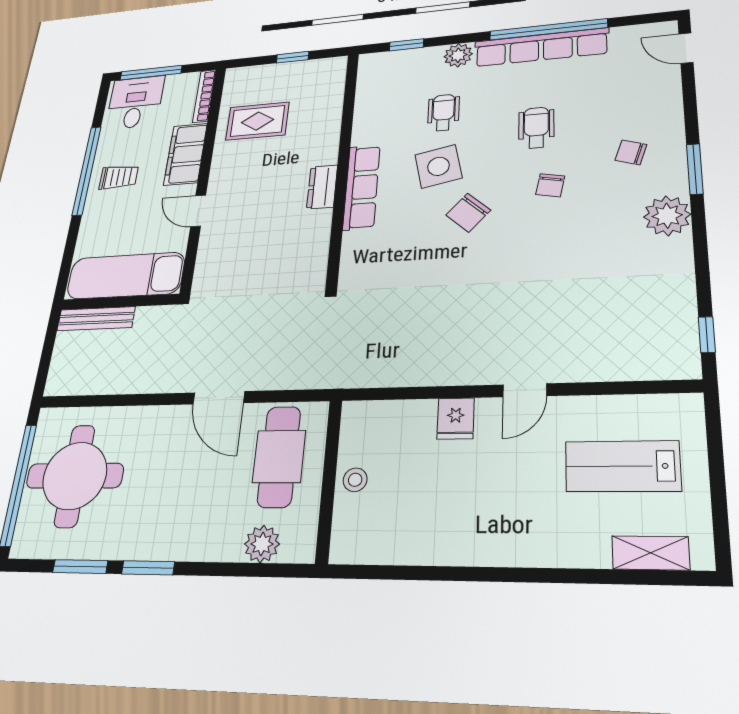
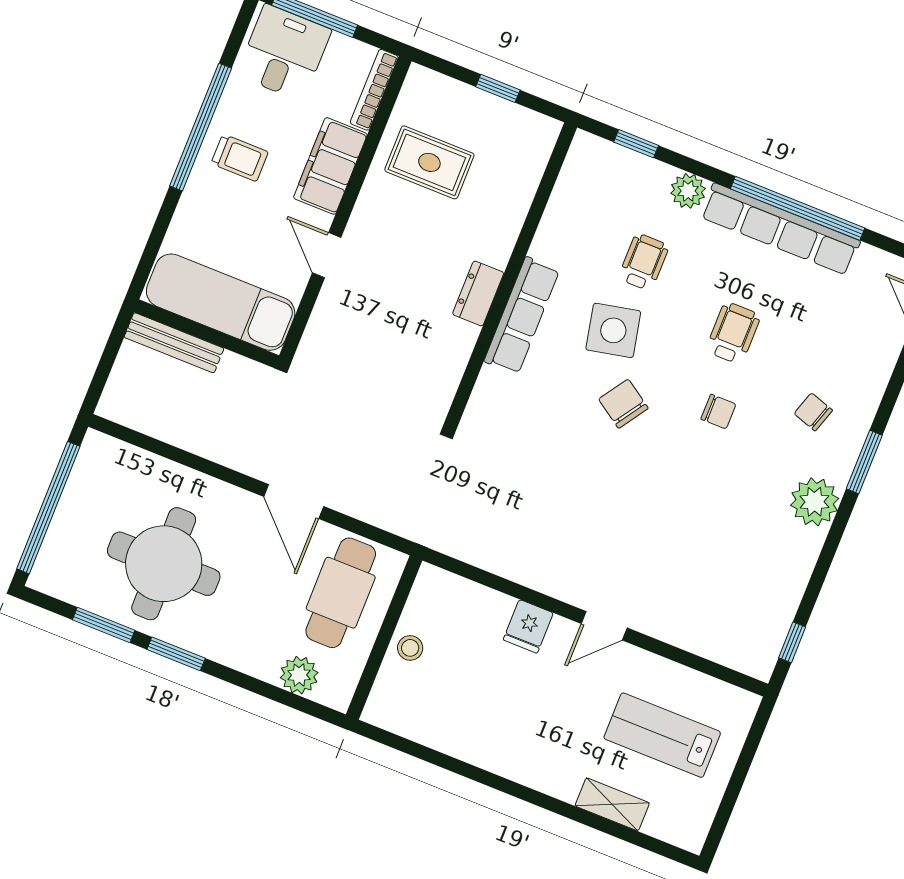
chair: (550, 185) -> (718, 412), turned -101
chair: (468, 213) -> (623, 404), turned 82
round table: (75, 476) -> (164, 564), moved
shelving: (650, 553) -> (612, 804), moved

